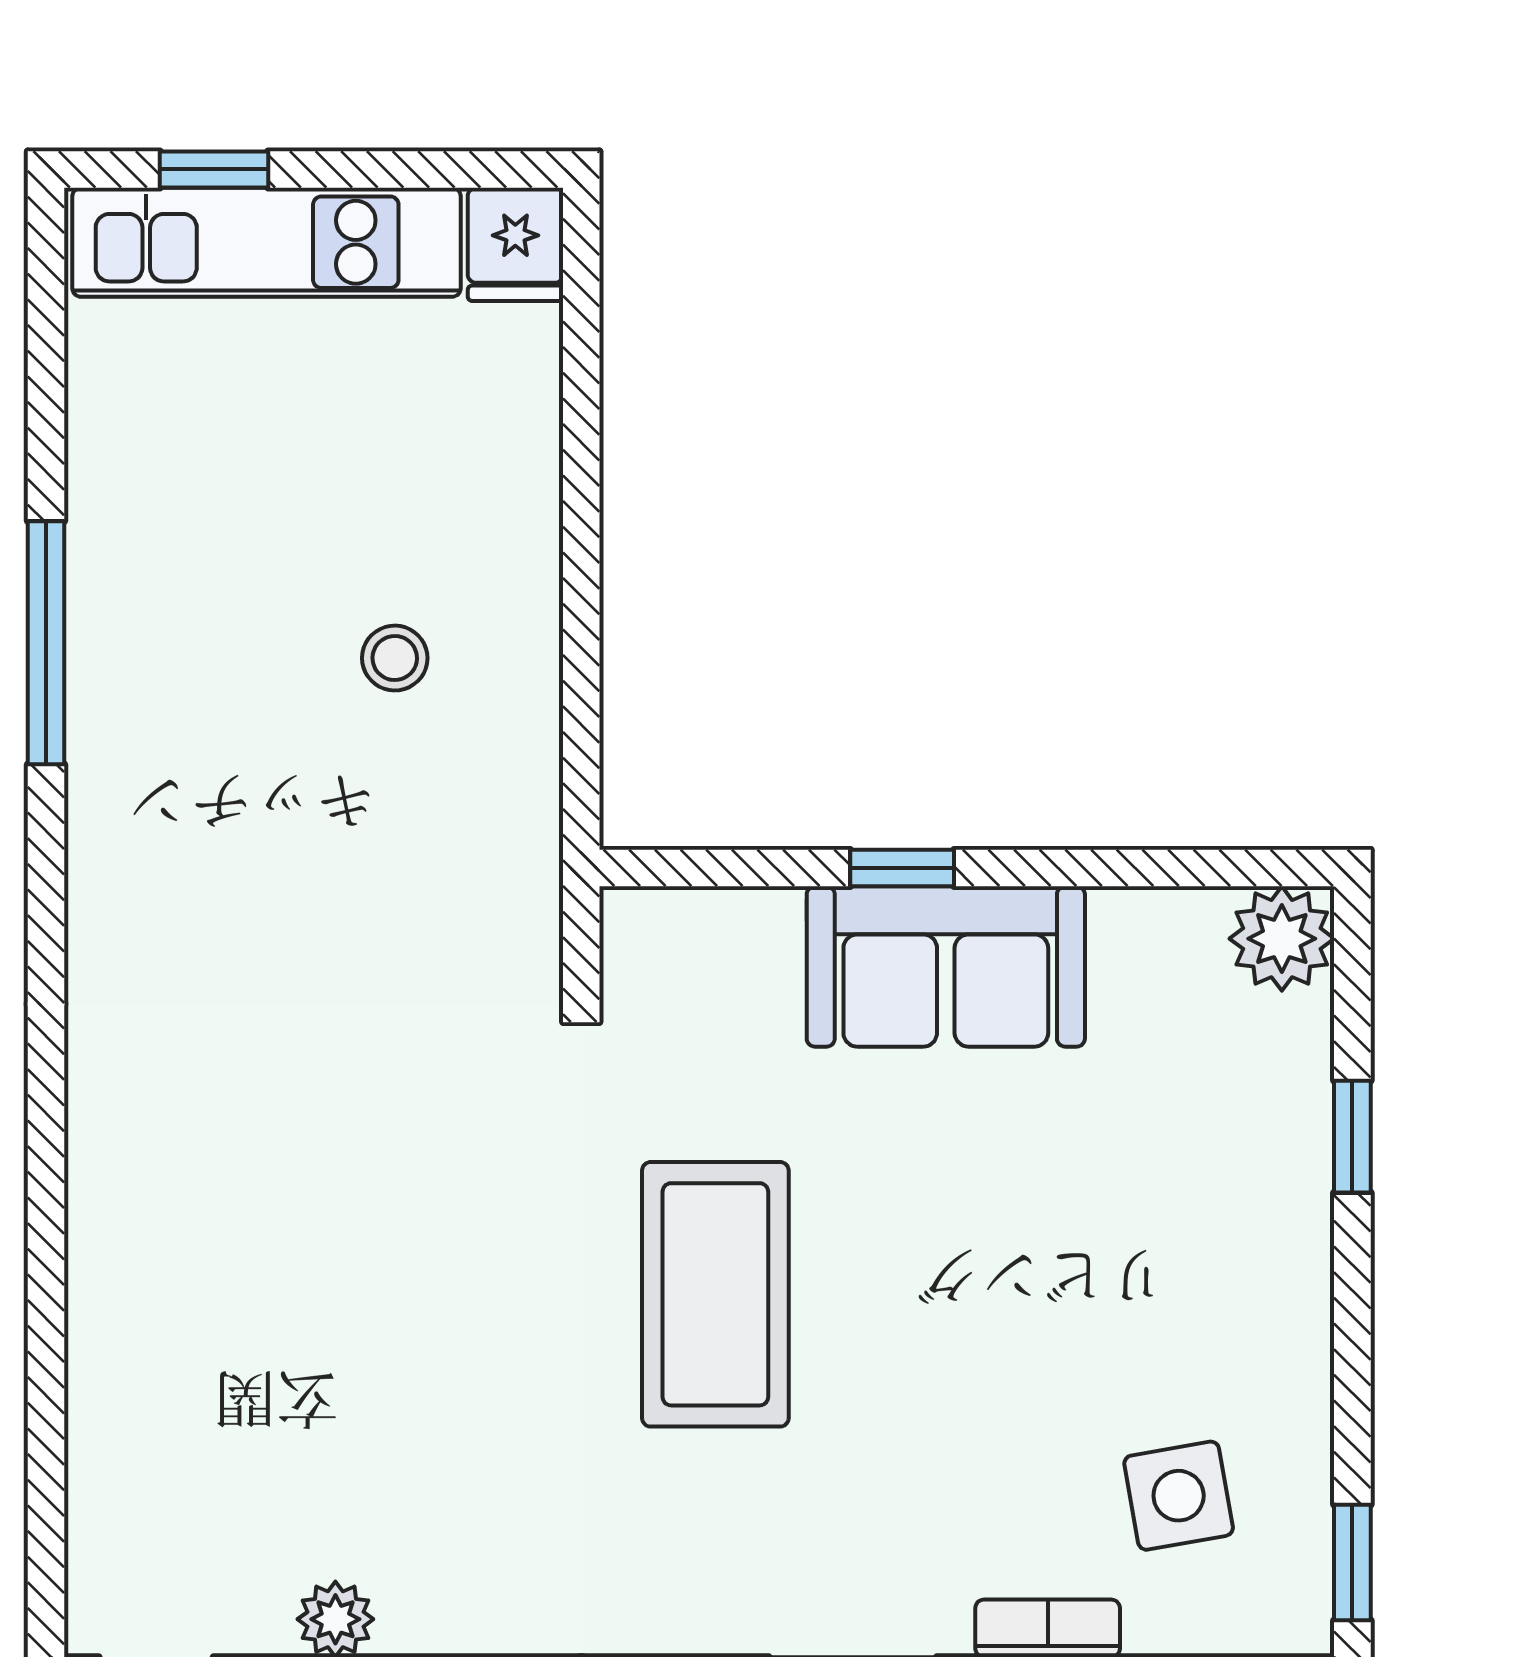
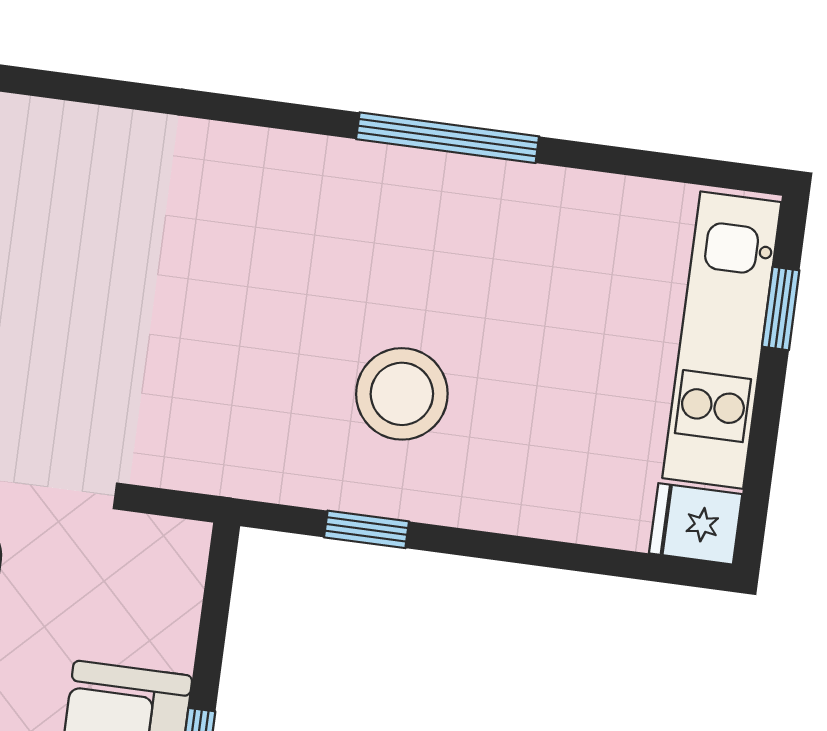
stool: (395, 658) -> (402, 394), width x1.89, depth x1.89
window: (581, 681) -> (366, 529), added

